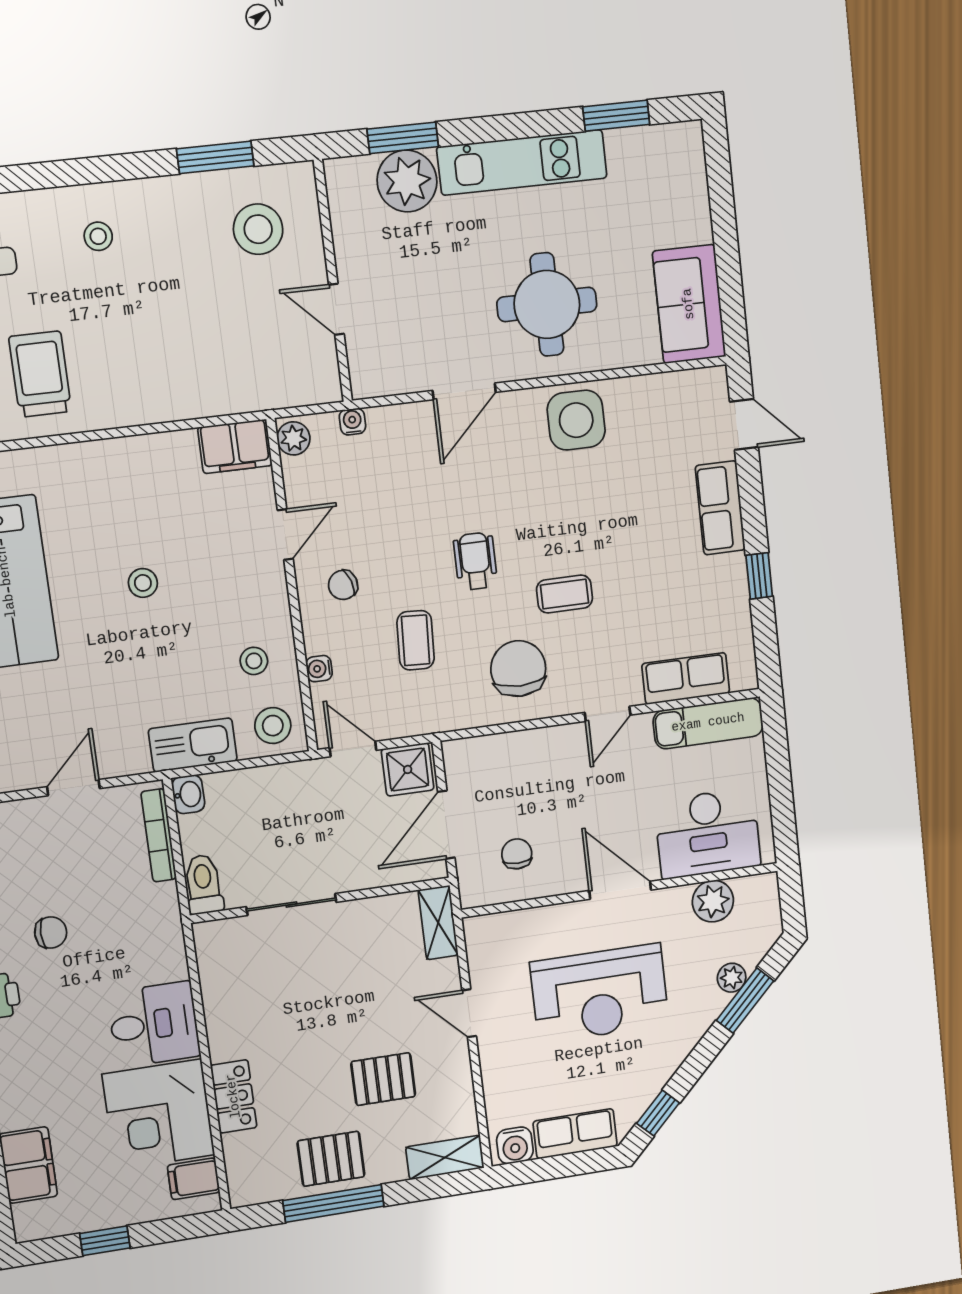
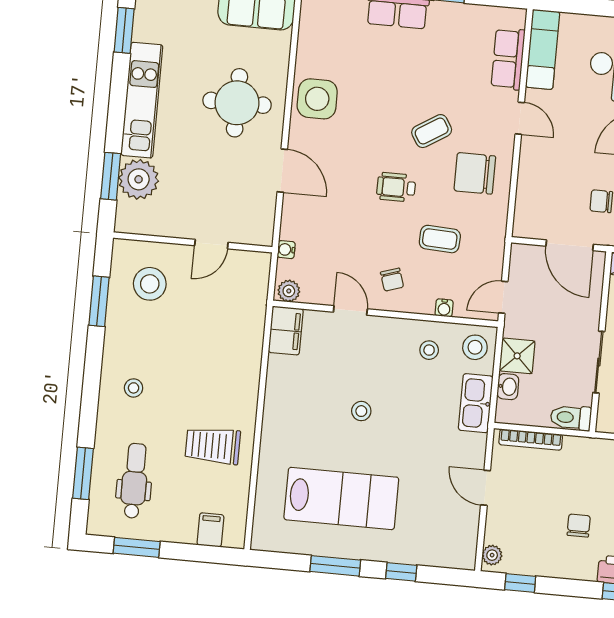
coffee table: (564, 594) -> (432, 131), turned 58
shower: (408, 769) -> (517, 356), moved
washbasin: (188, 794) -> (508, 387), moved, turned 90

